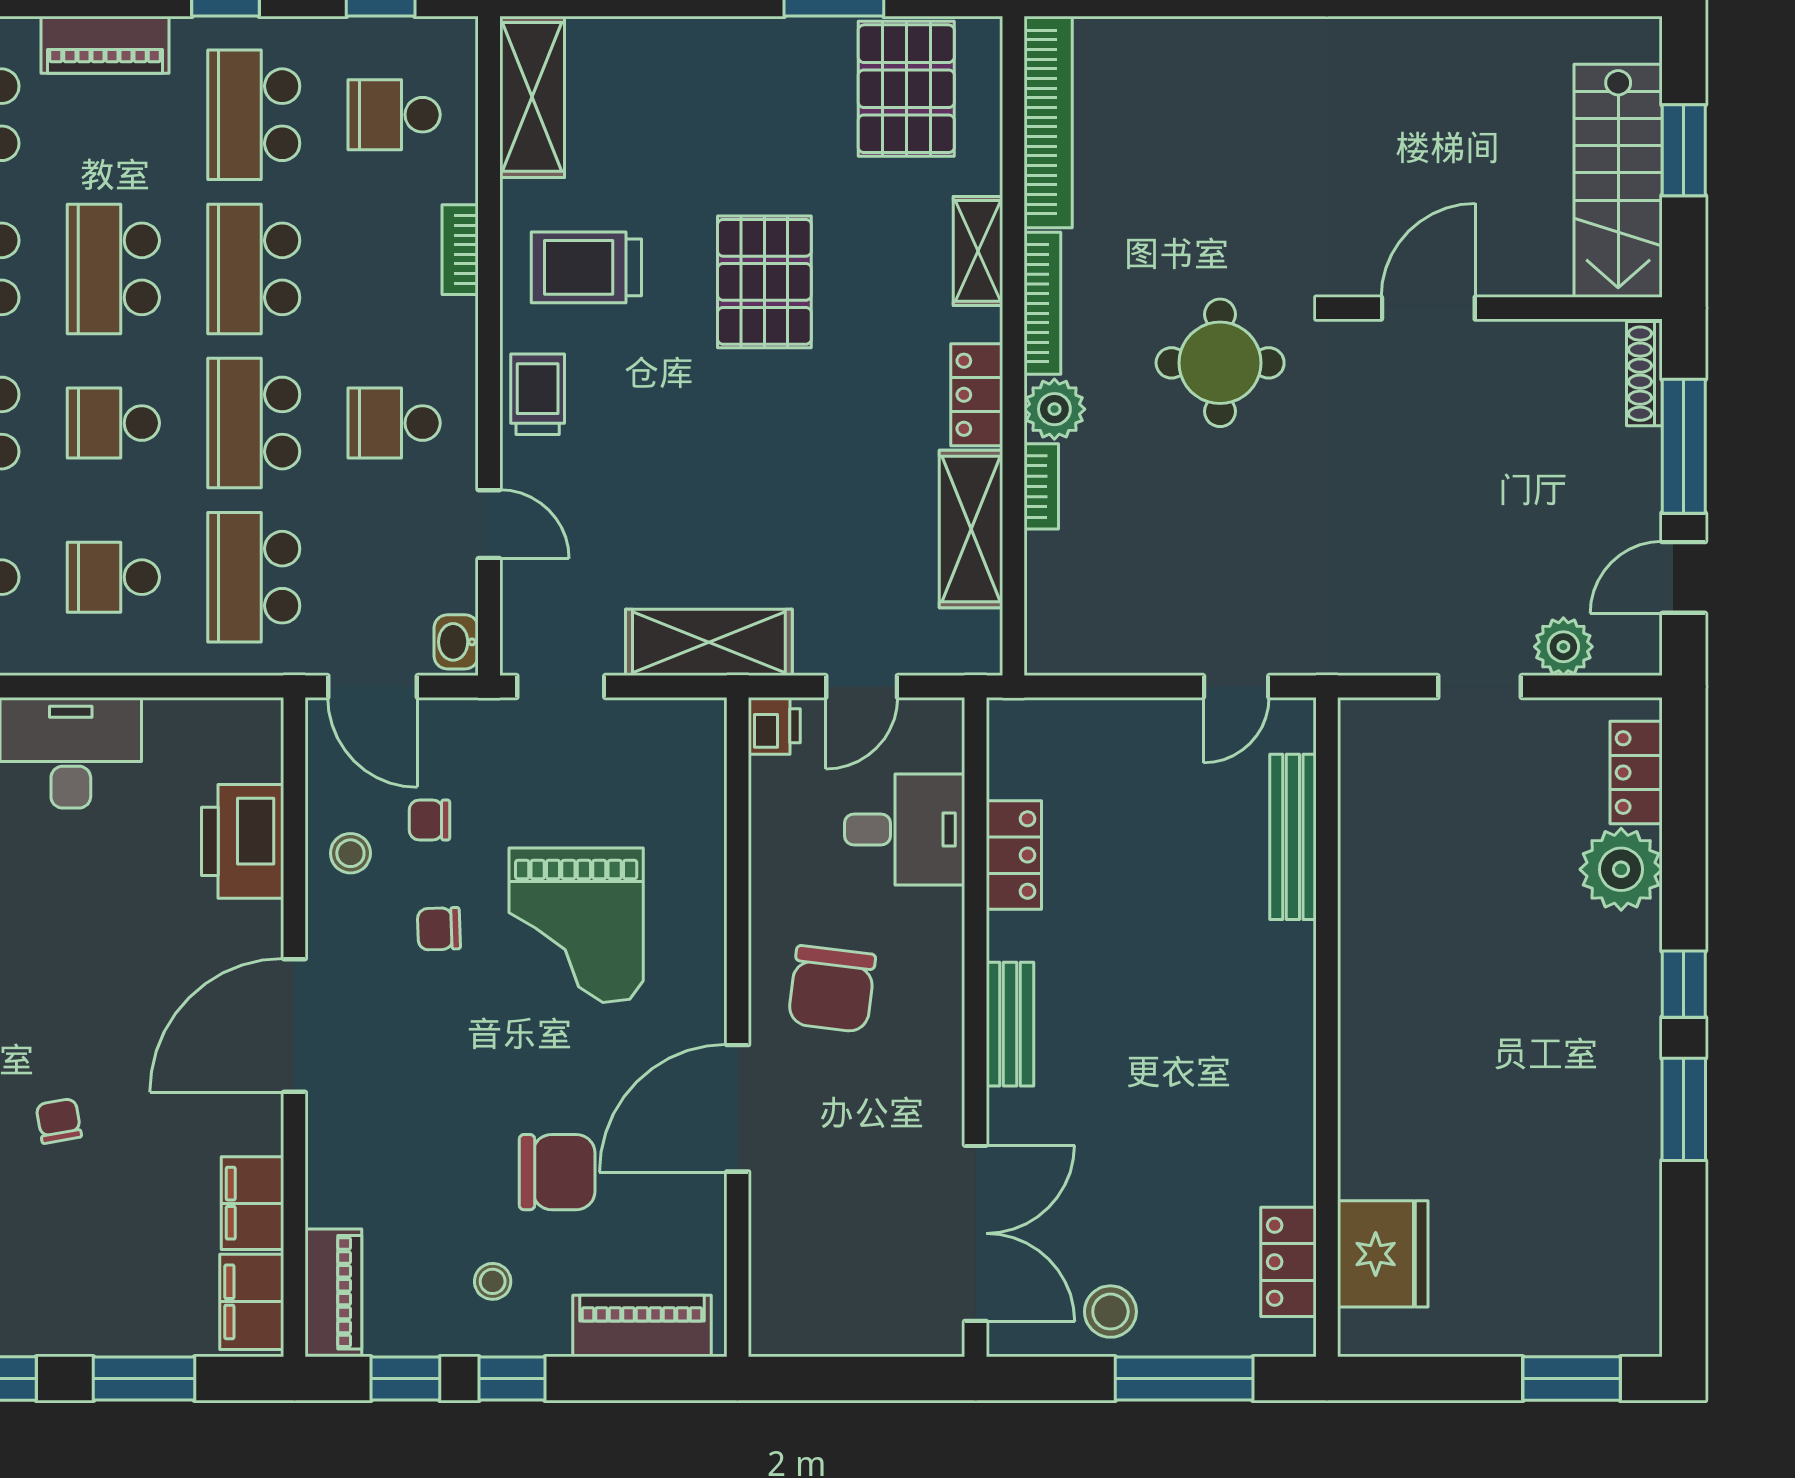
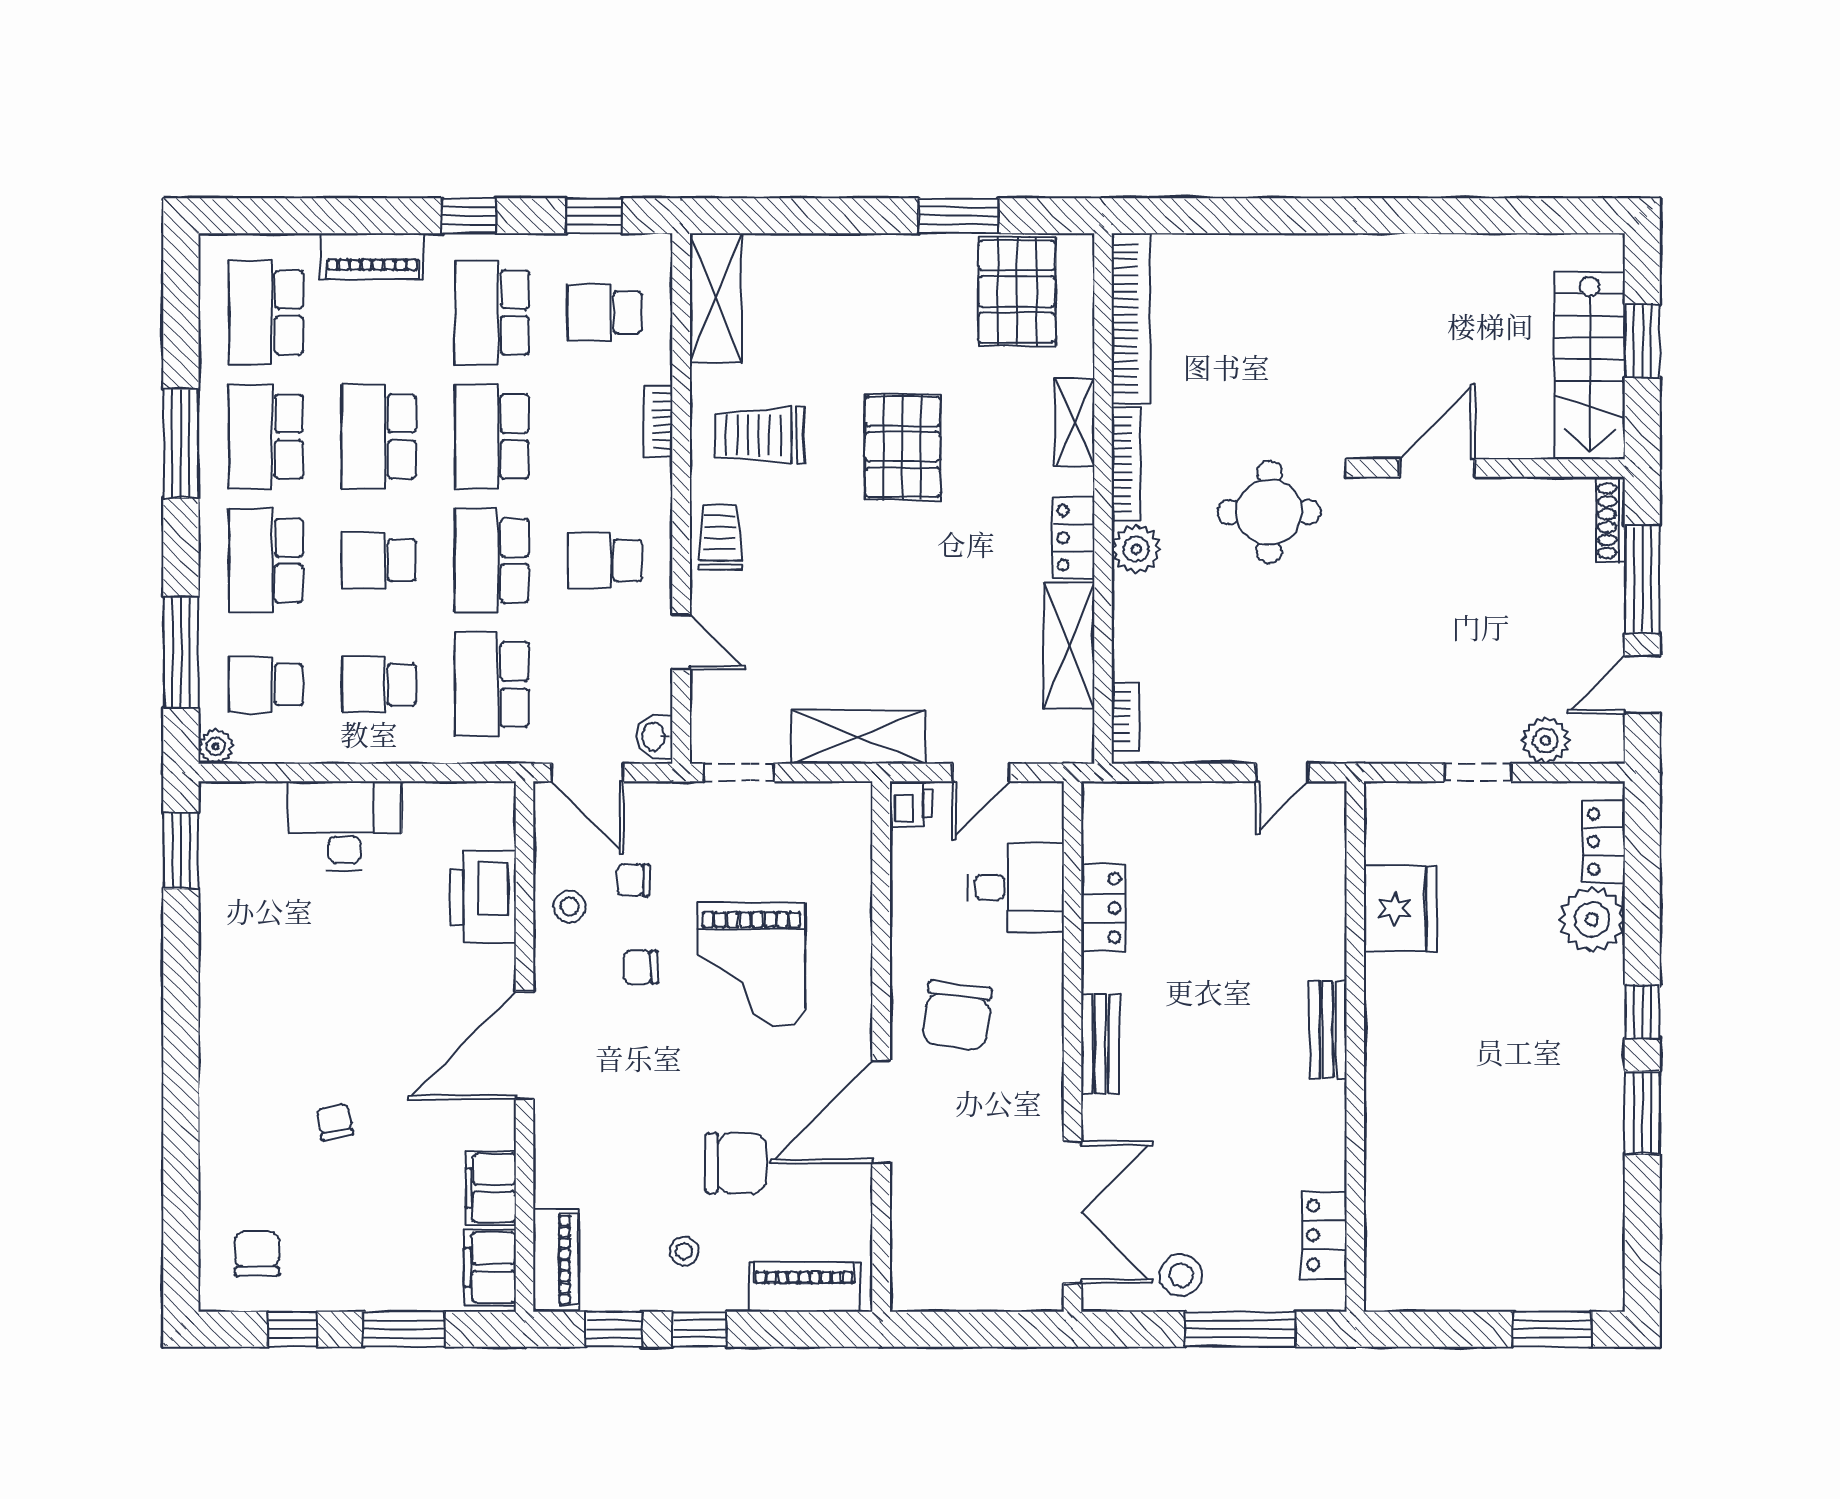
bookcase: (1041, 486) -> (1125, 716), moved
bench: (1293, 837) -> (1328, 1029), moved, width x0.73
fridge: (1383, 1254) -> (1400, 908), moved

